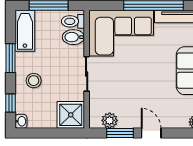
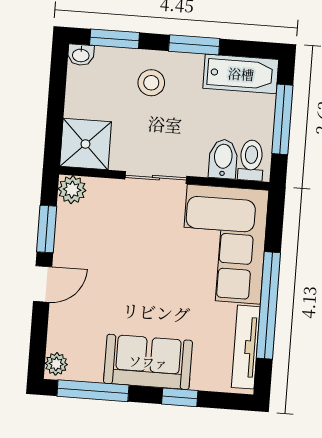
window: (11, 103) -> (115, 39), width x1.50
plant: (110, 120) -> (72, 190), moved

